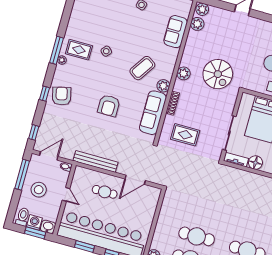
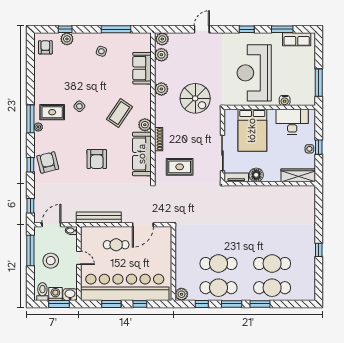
plant: (184, 73) -> (161, 89), moved

